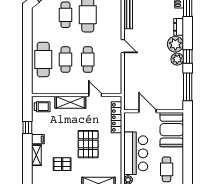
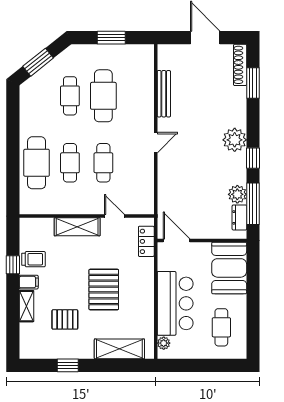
dresser: (179, 27) -> (239, 217), moved
door: (123, 46) -> (156, 143), hinge flipped
plant: (177, 59) -> (237, 194), moved
trolley: (42, 107) -> (34, 259), moved
door: (147, 111) -> (176, 240), moved
locker: (116, 117) -> (146, 241), width x0.66

